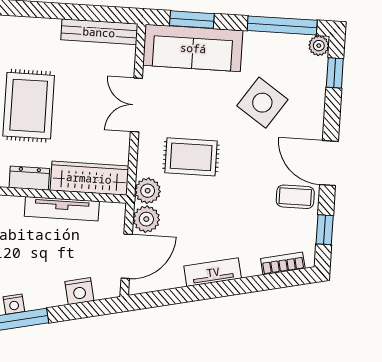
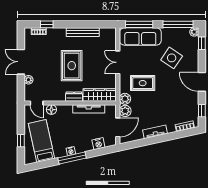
window: (192, 20) -> (139, 24), width x1.44
bench: (99, 32) -> (83, 32), moved
coffee table: (295, 197) -> (188, 97), removed

